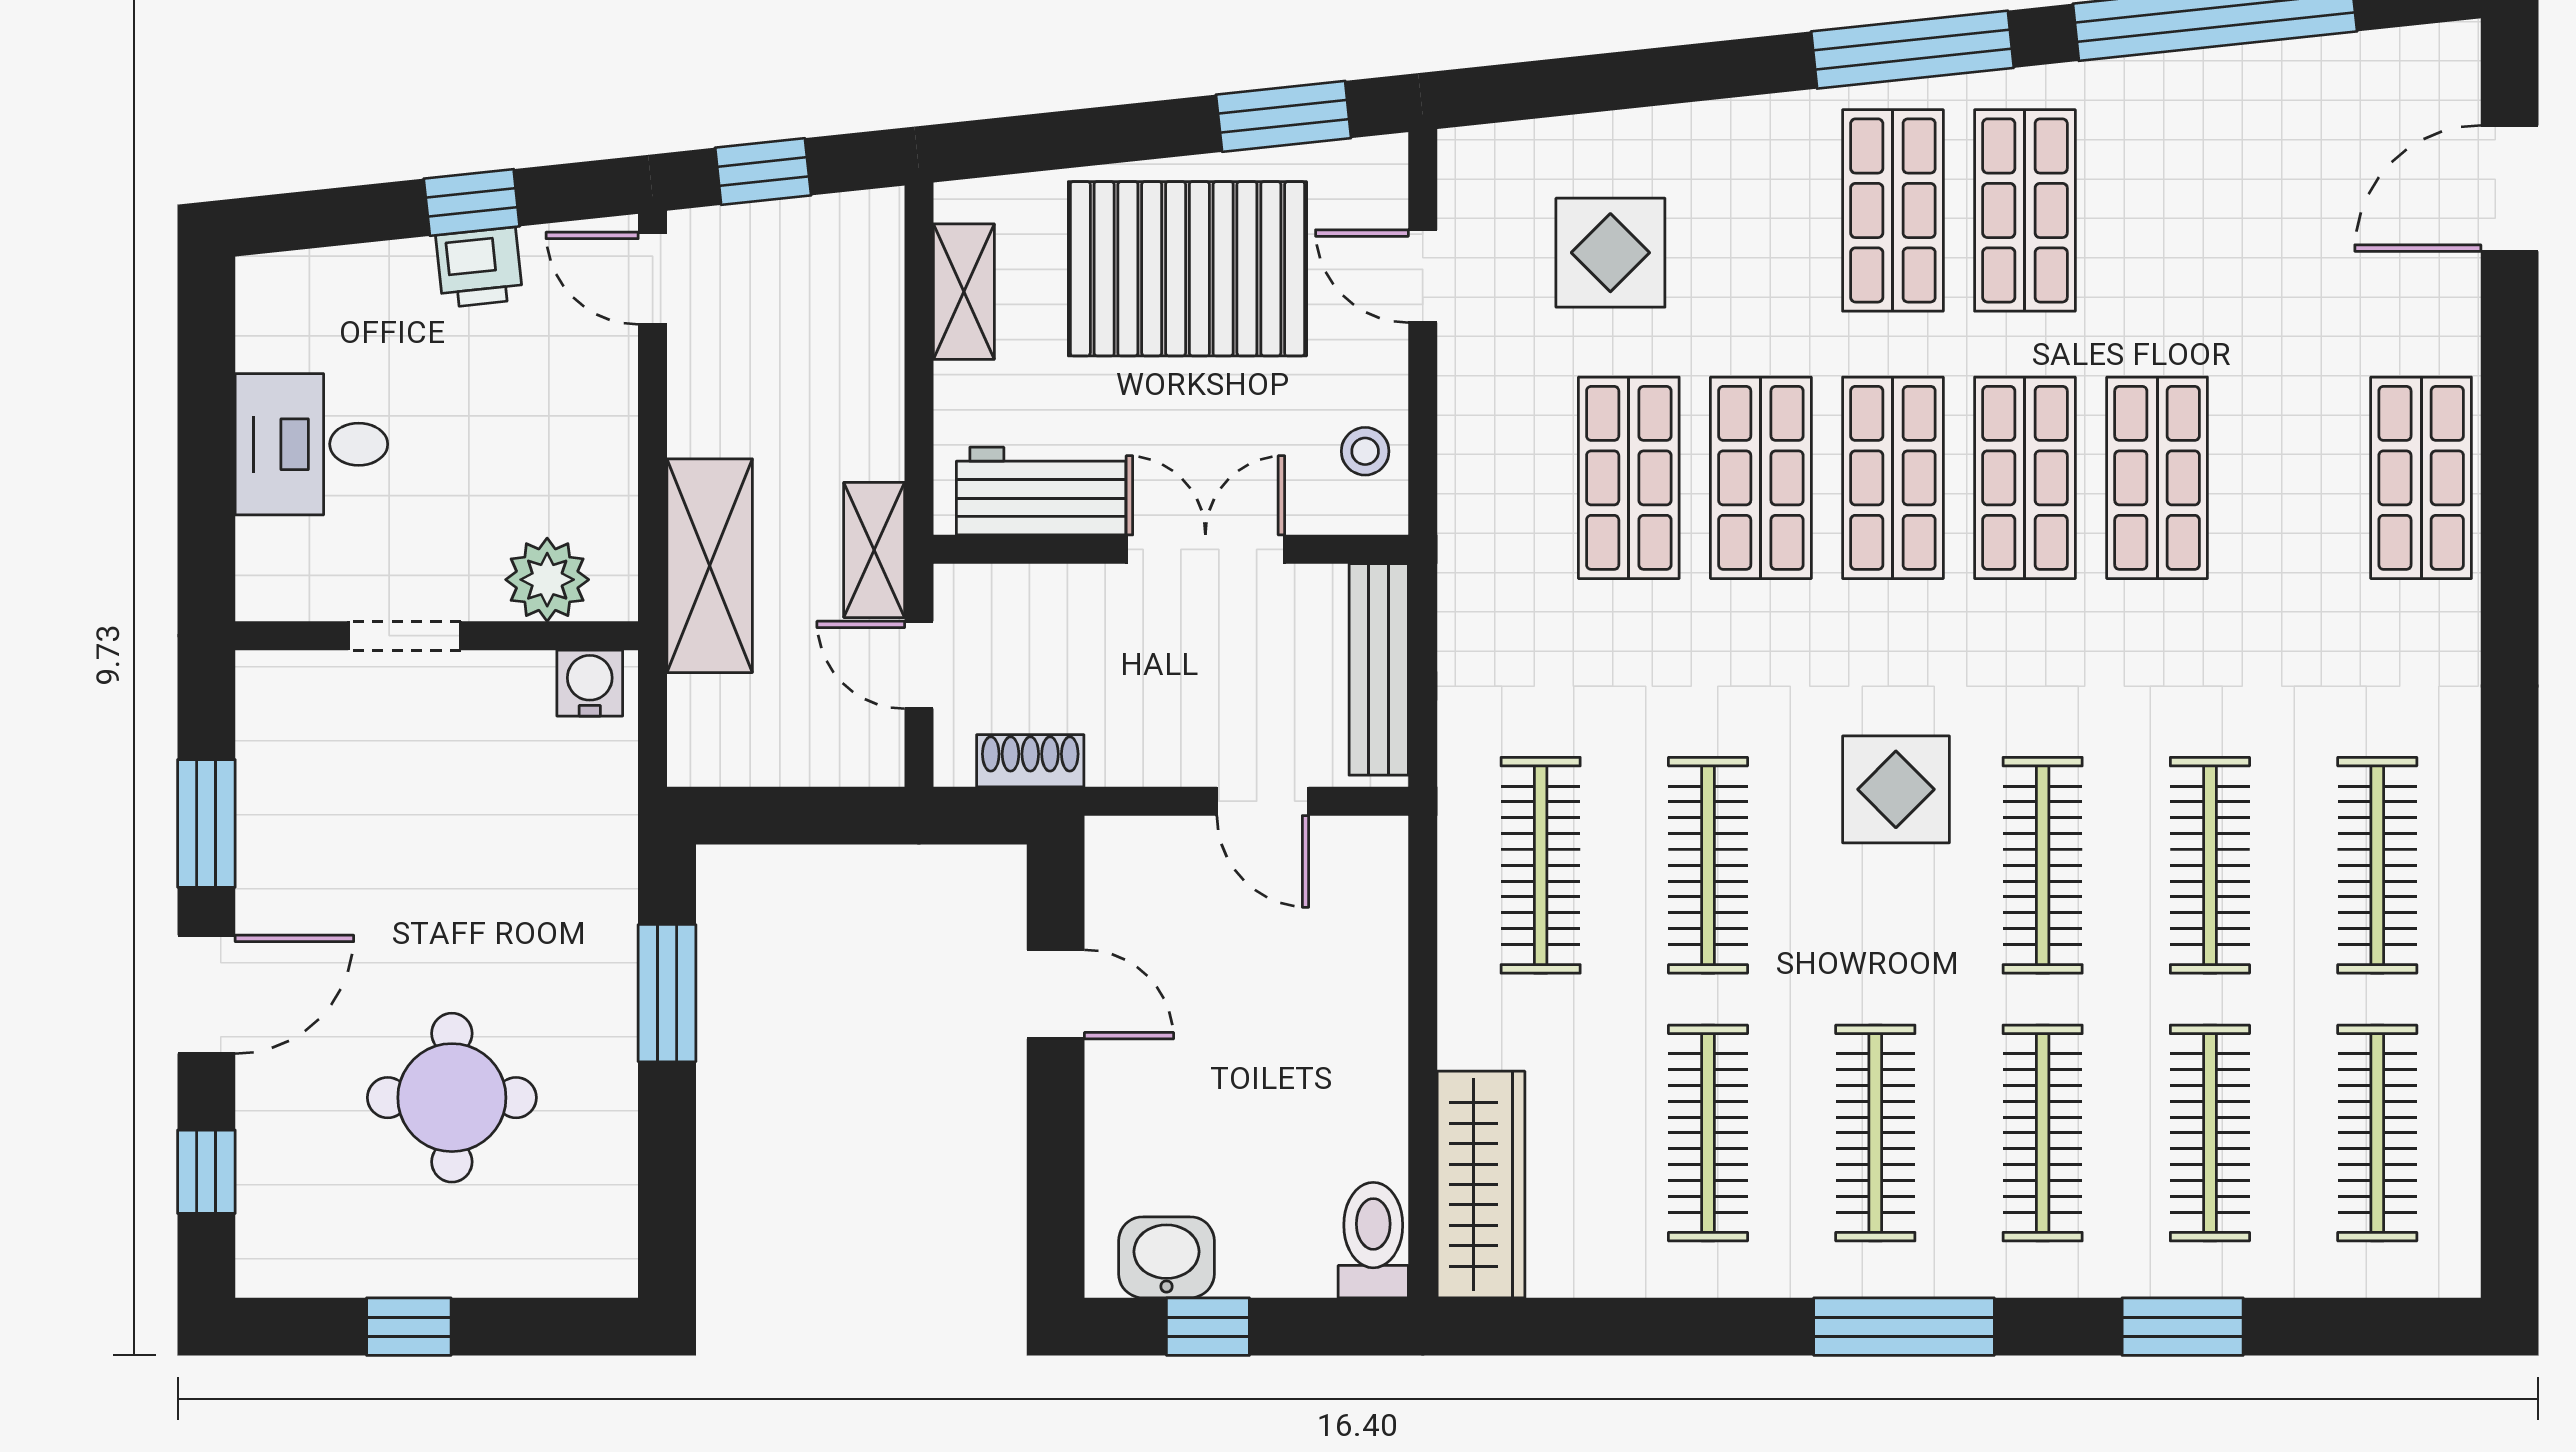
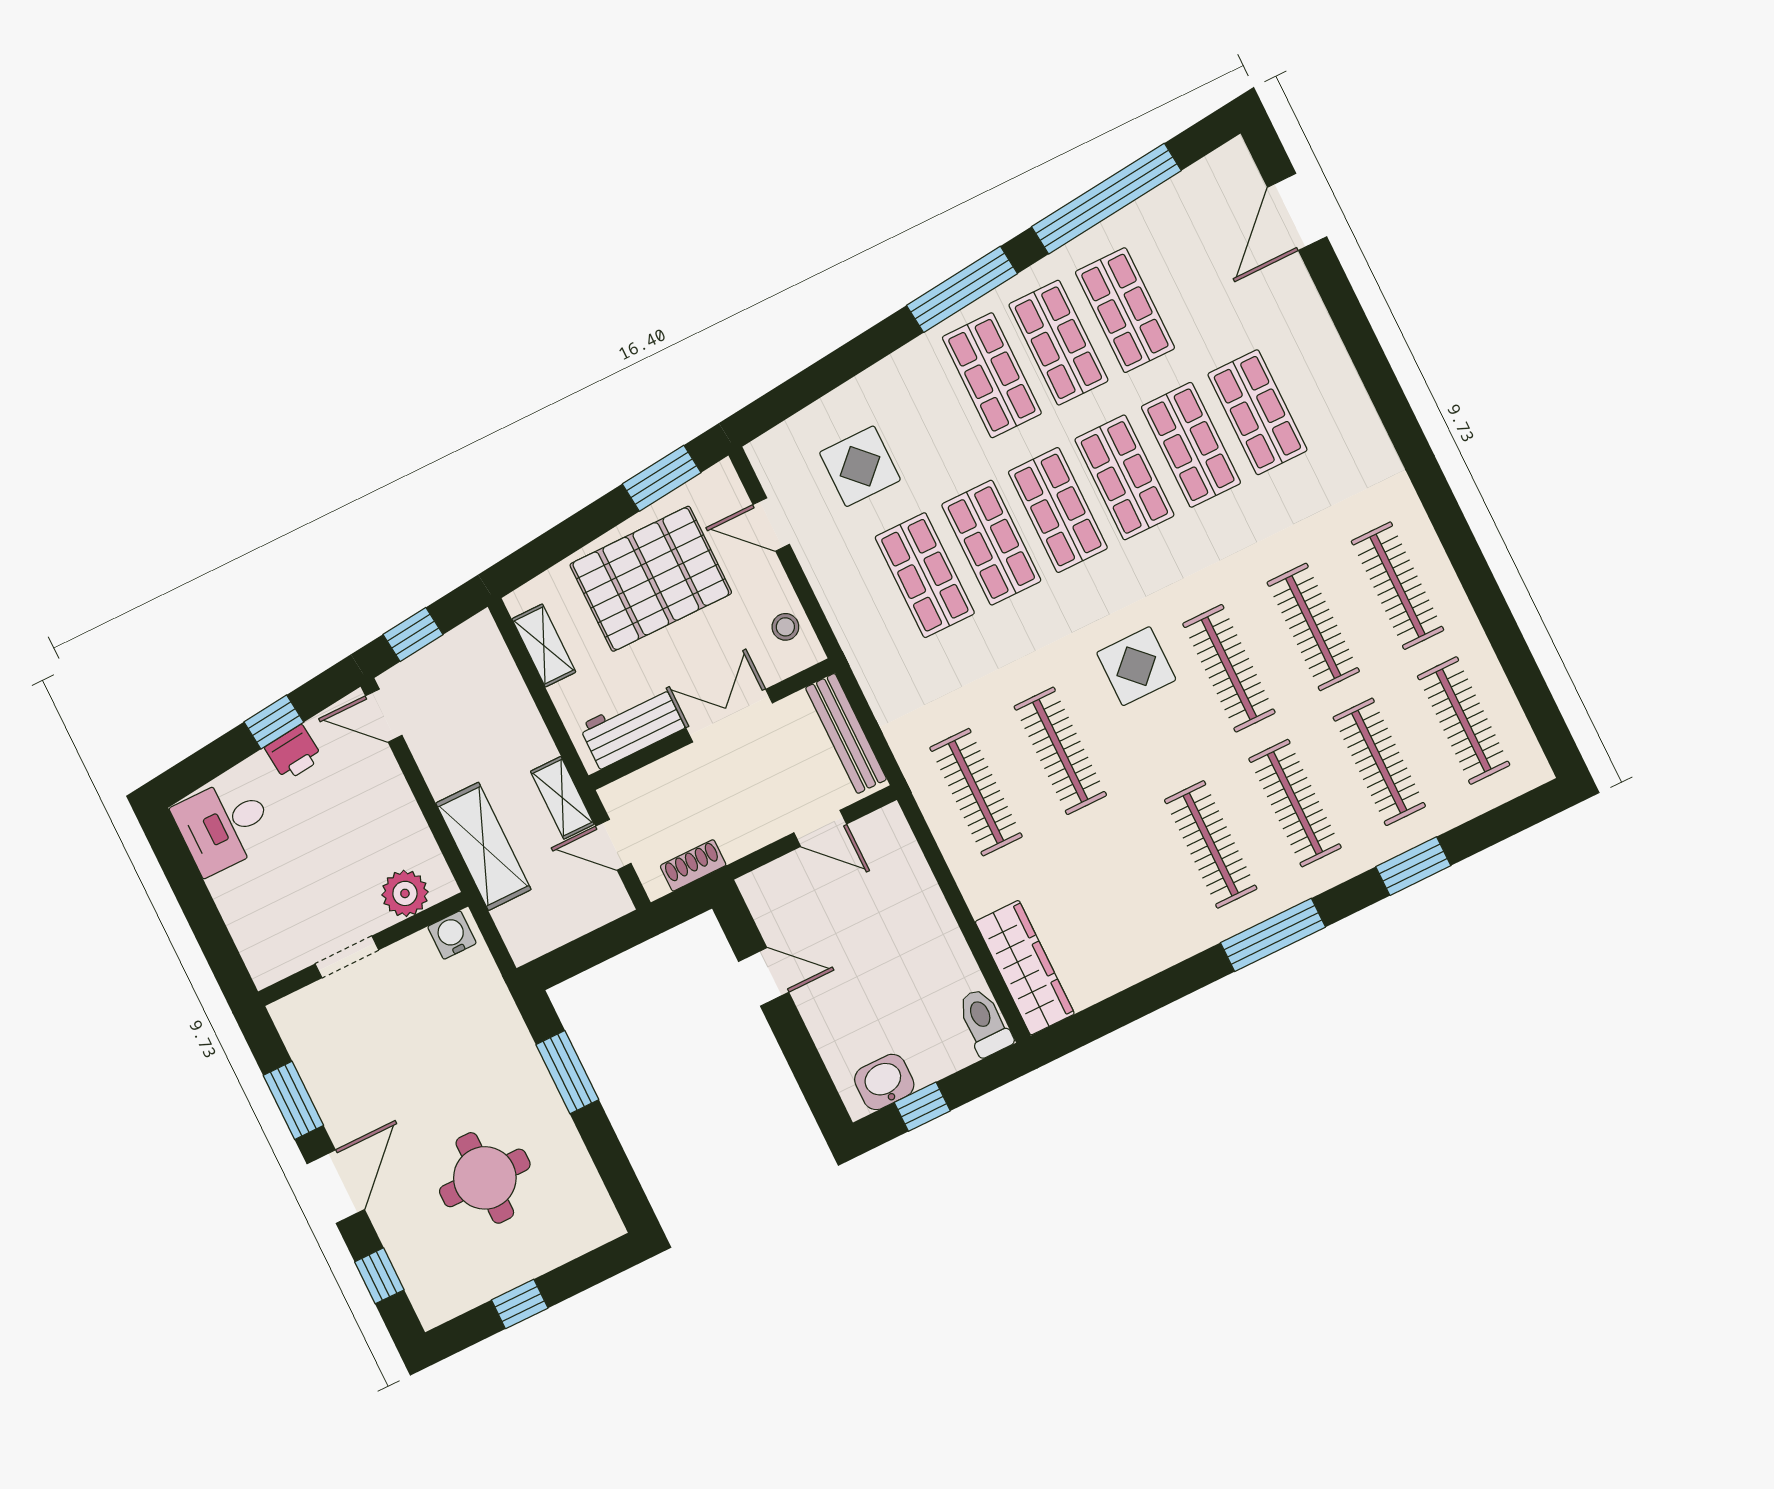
shop shelf: (2157, 210) -> (1125, 310), added
desk: (311, 444) -> (224, 825), moved
shop shelf: (2421, 478) -> (1257, 412), moved
clothes rail: (1708, 1133) -> (1126, 886), removed

